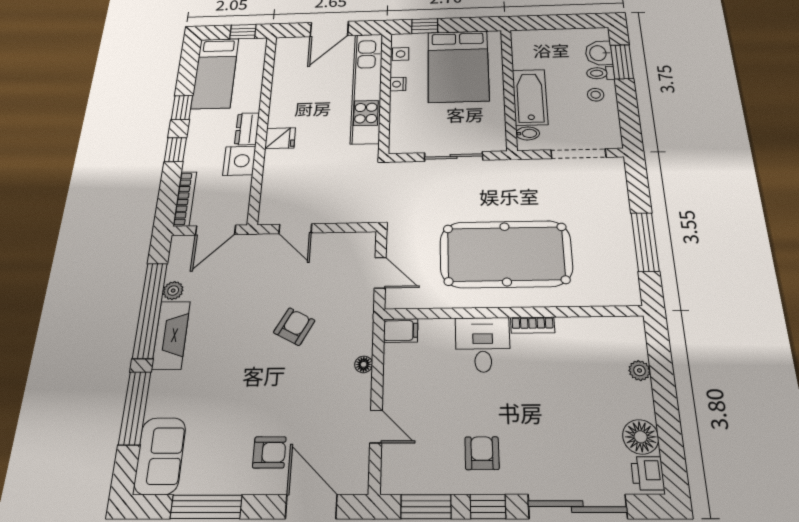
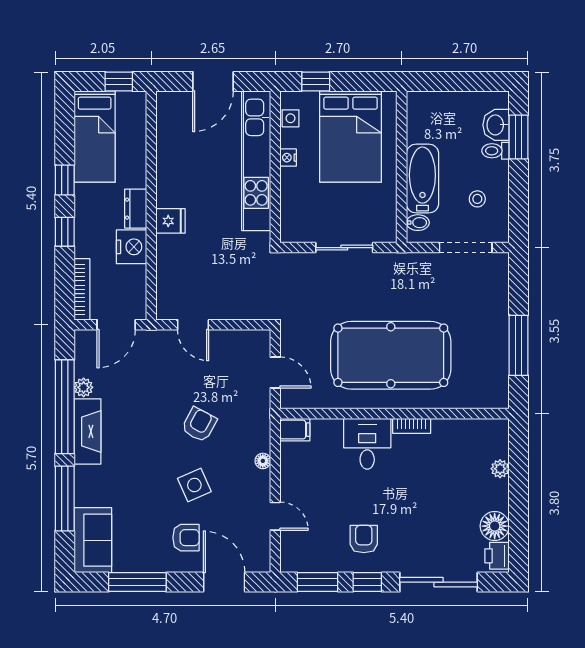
stool: (596, 95) -> (477, 199), moved
side table: (284, 392) -> (194, 485), added

